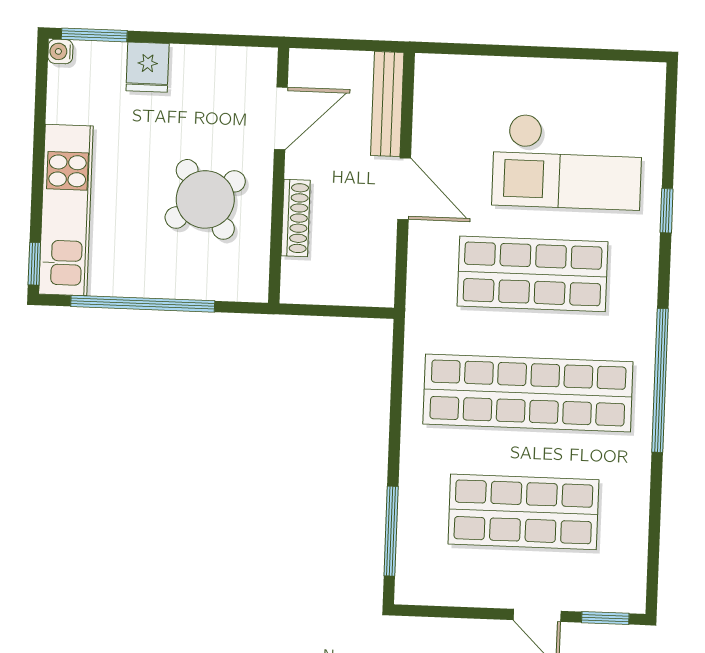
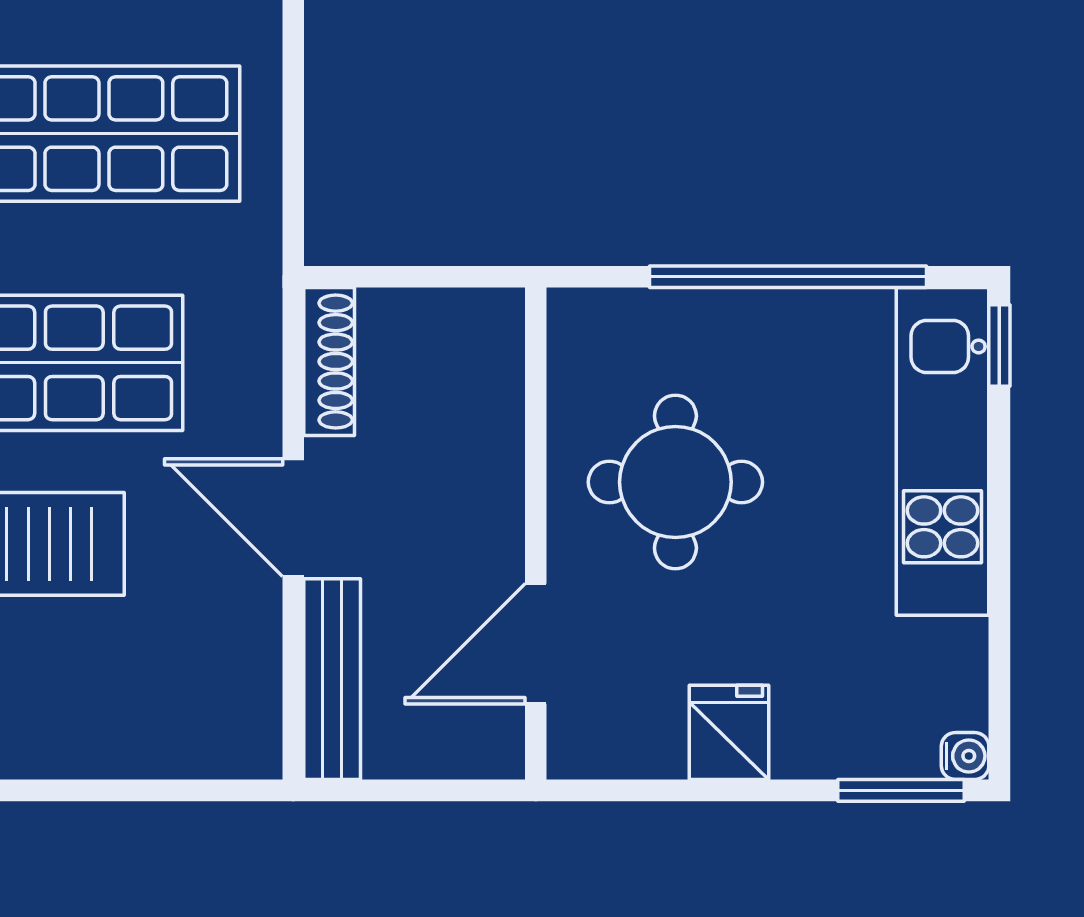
fridge: (148, 67) -> (729, 732), moved
round table: (205, 199) -> (675, 482), turned 34
shoe rack: (296, 218) -> (329, 362), moved, turned 180

